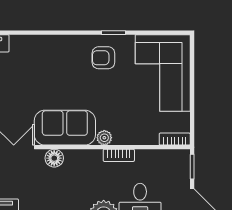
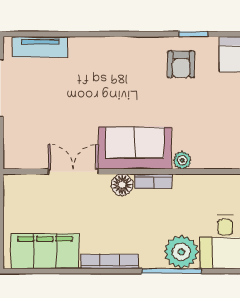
armchair: (103, 58) -> (181, 64), turned -90
bookcase: (119, 155) -> (153, 181), moved

